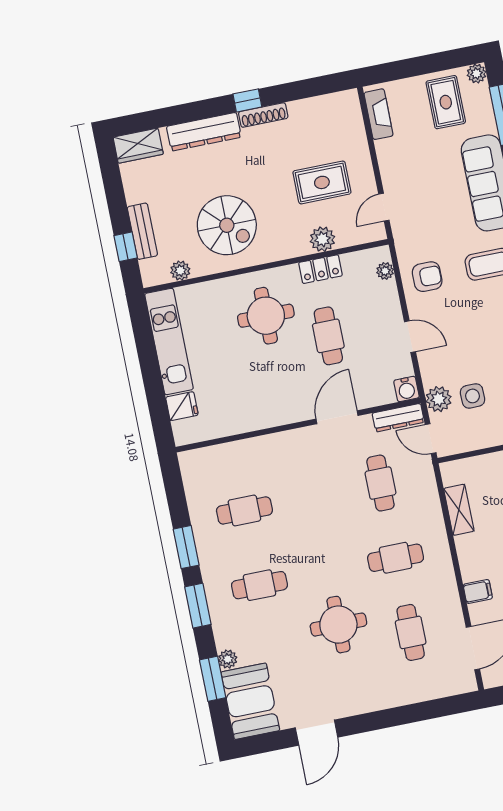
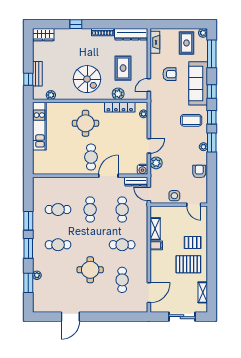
window: (247, 100) -> (76, 24), moved
dresser: (204, 132) -> (131, 34), moved
rug: (322, 182) -> (123, 68), turned 90
spiral stairs: (227, 225) -> (87, 79), moved
locker: (320, 269) -> (120, 107), width x1.53
armchair: (427, 277) -> (169, 74), moved
cafe table: (328, 336) -> (91, 157), moved
door: (410, 337) -> (149, 146), hinge flipped
side table: (473, 396) -> (174, 196), moved
plant: (439, 399) -> (156, 163), moved
fridge: (182, 406) -> (39, 157), removed
cafe table: (312, 497) -> (90, 210), added
filing cabinet: (478, 591) -> (156, 245), moved
booth: (250, 701) -> (43, 296), removed

